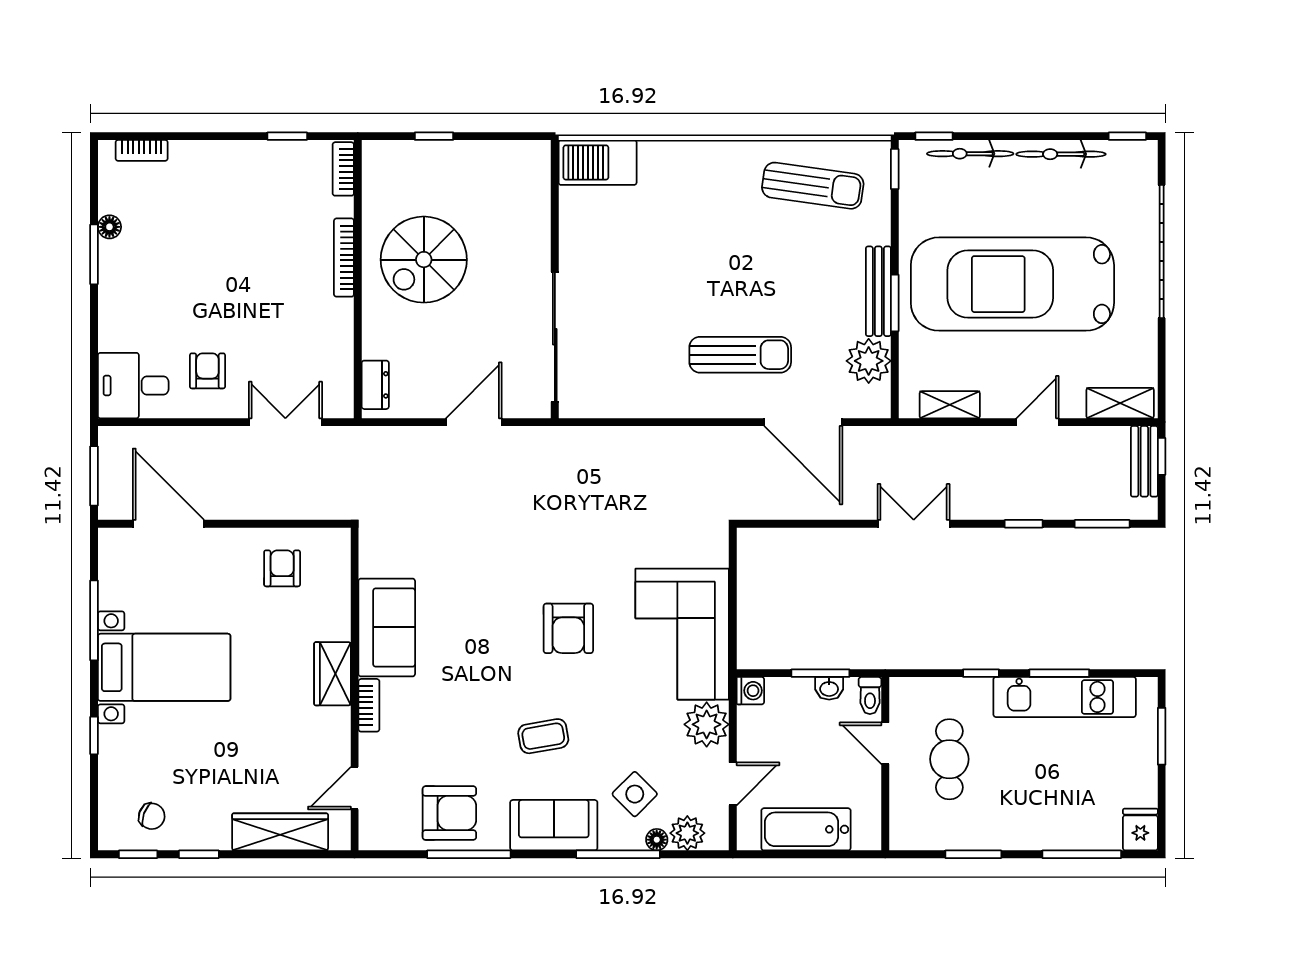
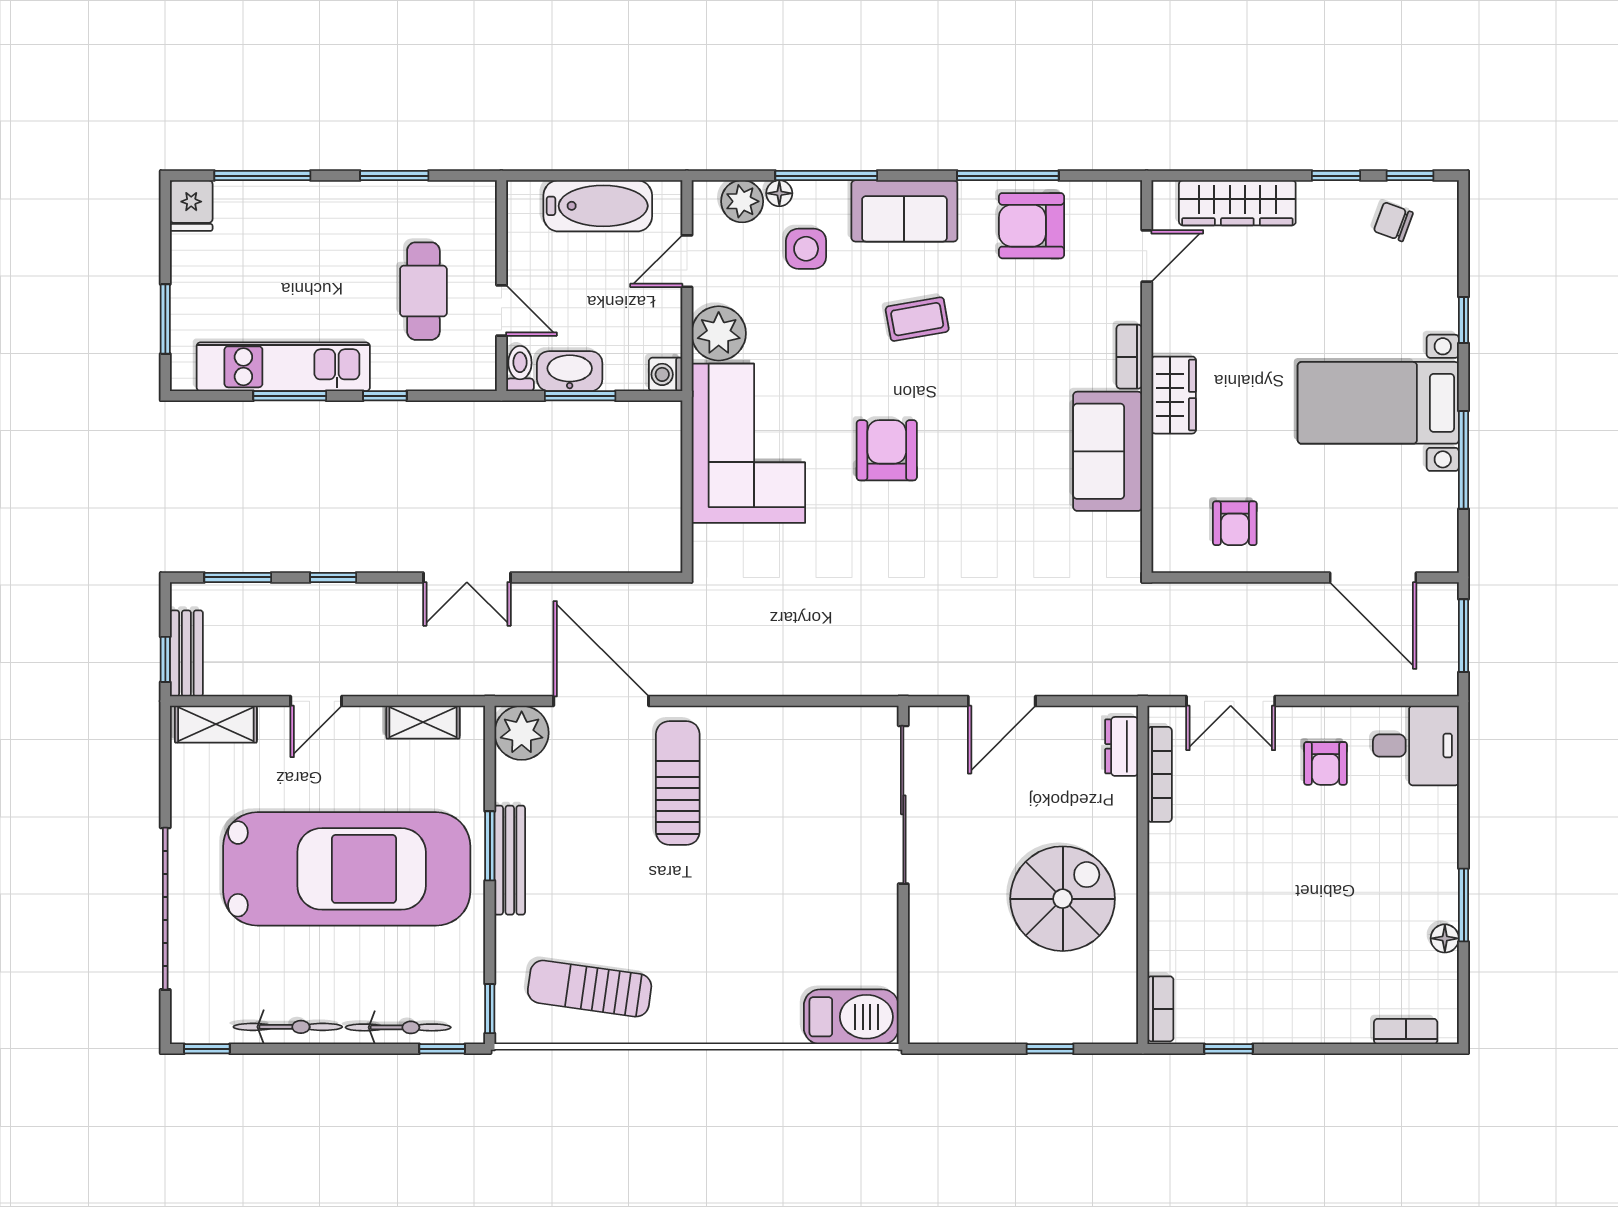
bookcase: (344, 258) -> (1160, 774), moved
sun lounger: (740, 355) -> (678, 783), turned 90
plant: (869, 361) -> (522, 733), moved
washbasin: (829, 688) -> (570, 371), width x1.91, depth x1.45
side table: (635, 794) -> (806, 249), turned 45

